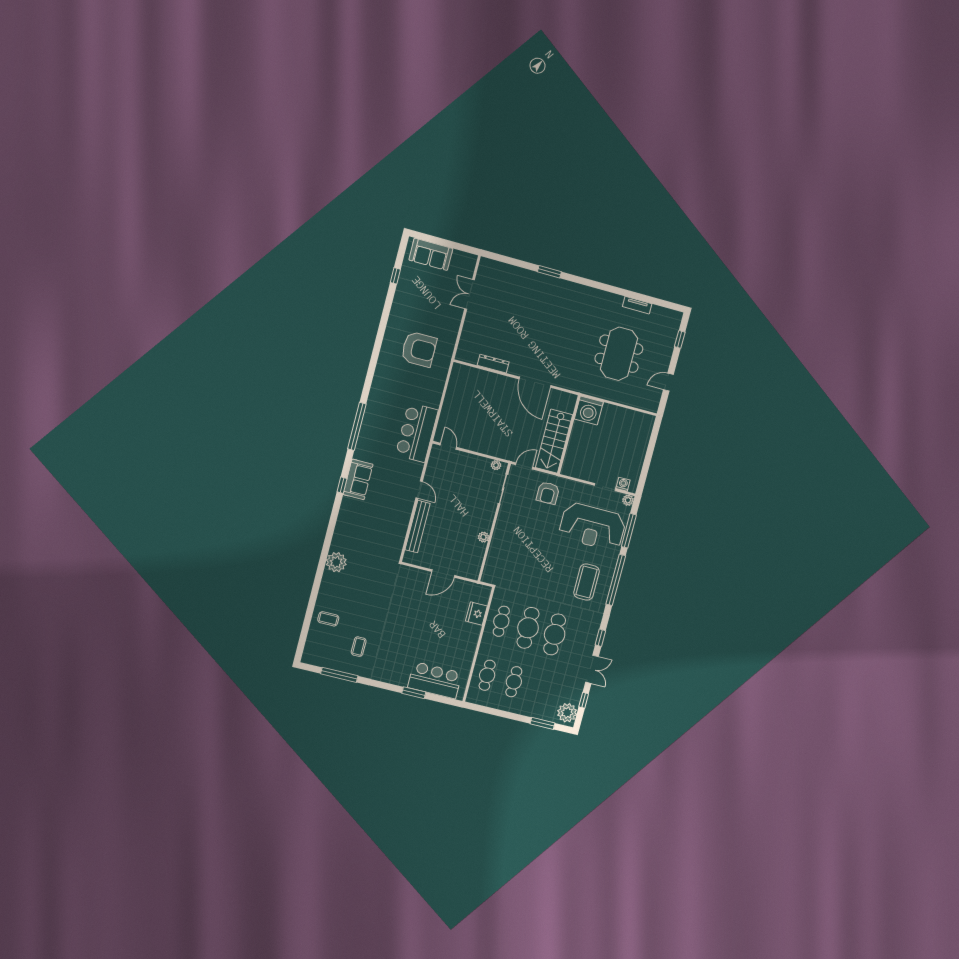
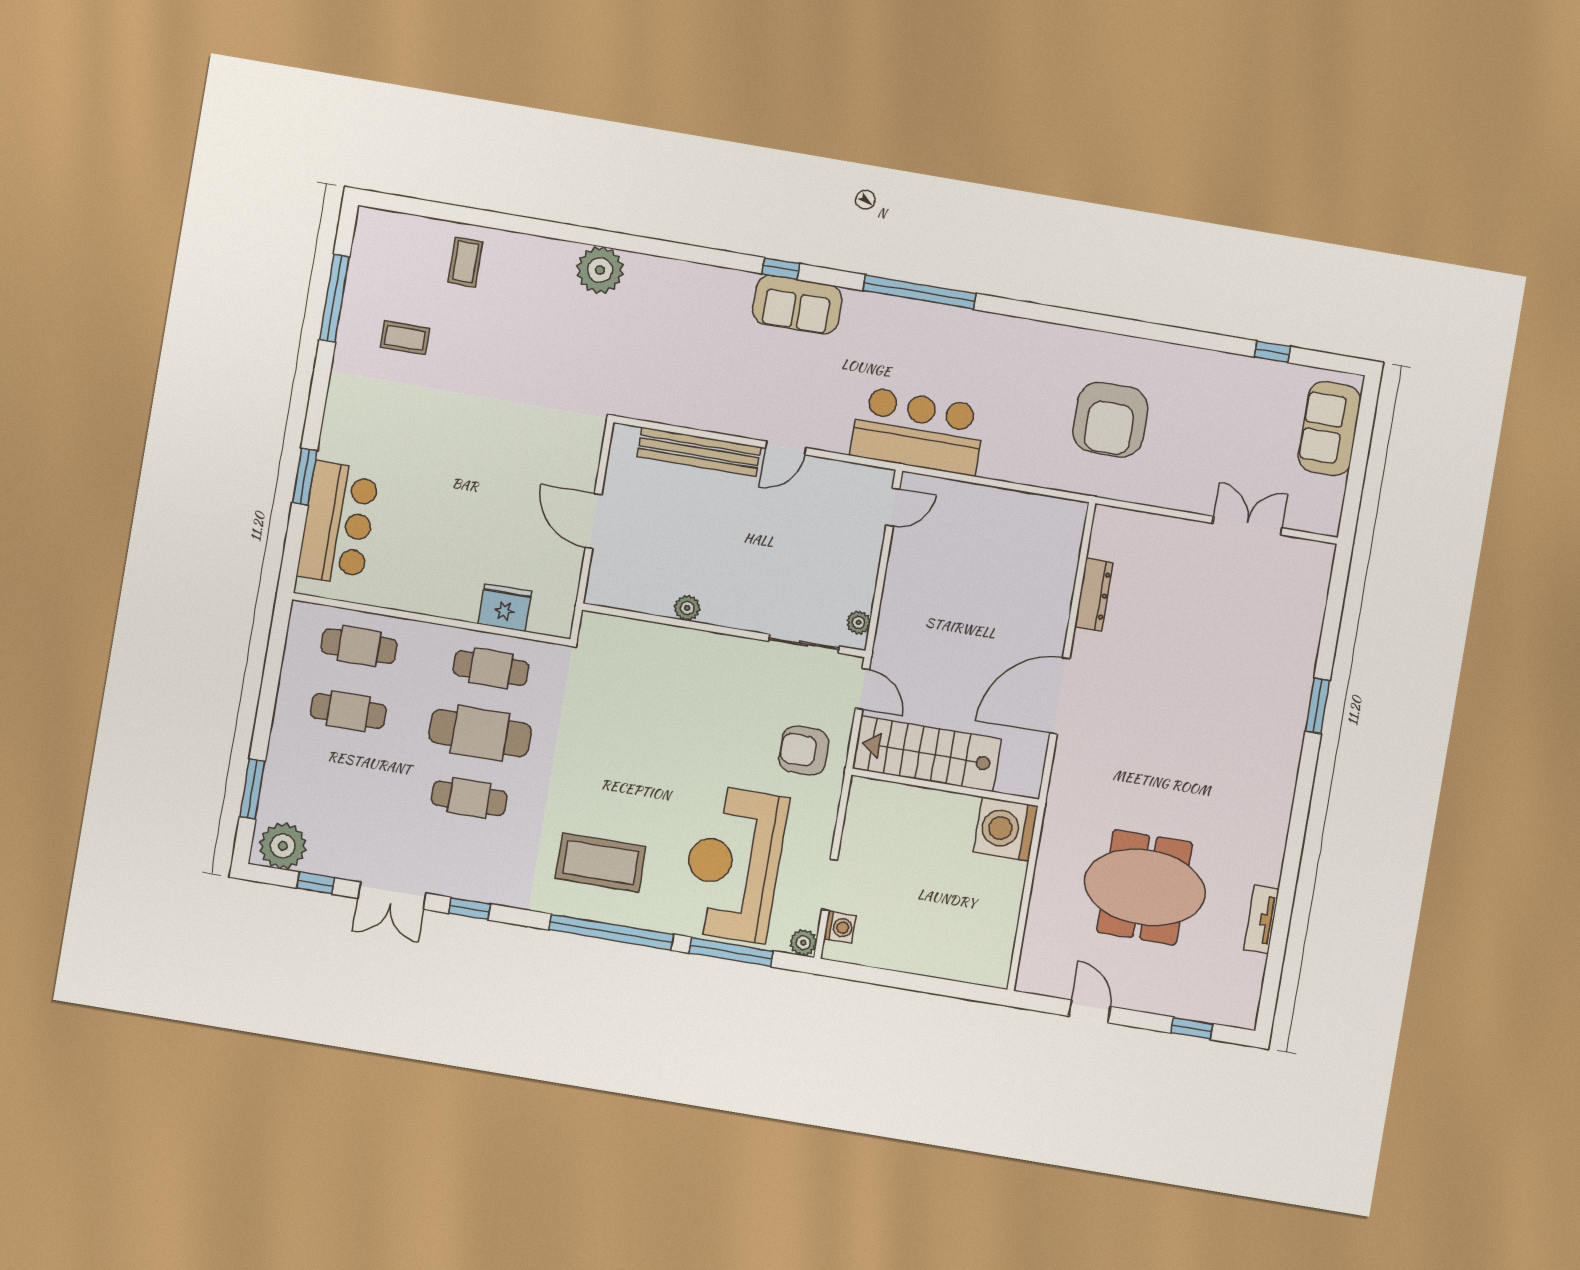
cafe table: (555, 634) -> (469, 798), width x0.73, depth x0.74

